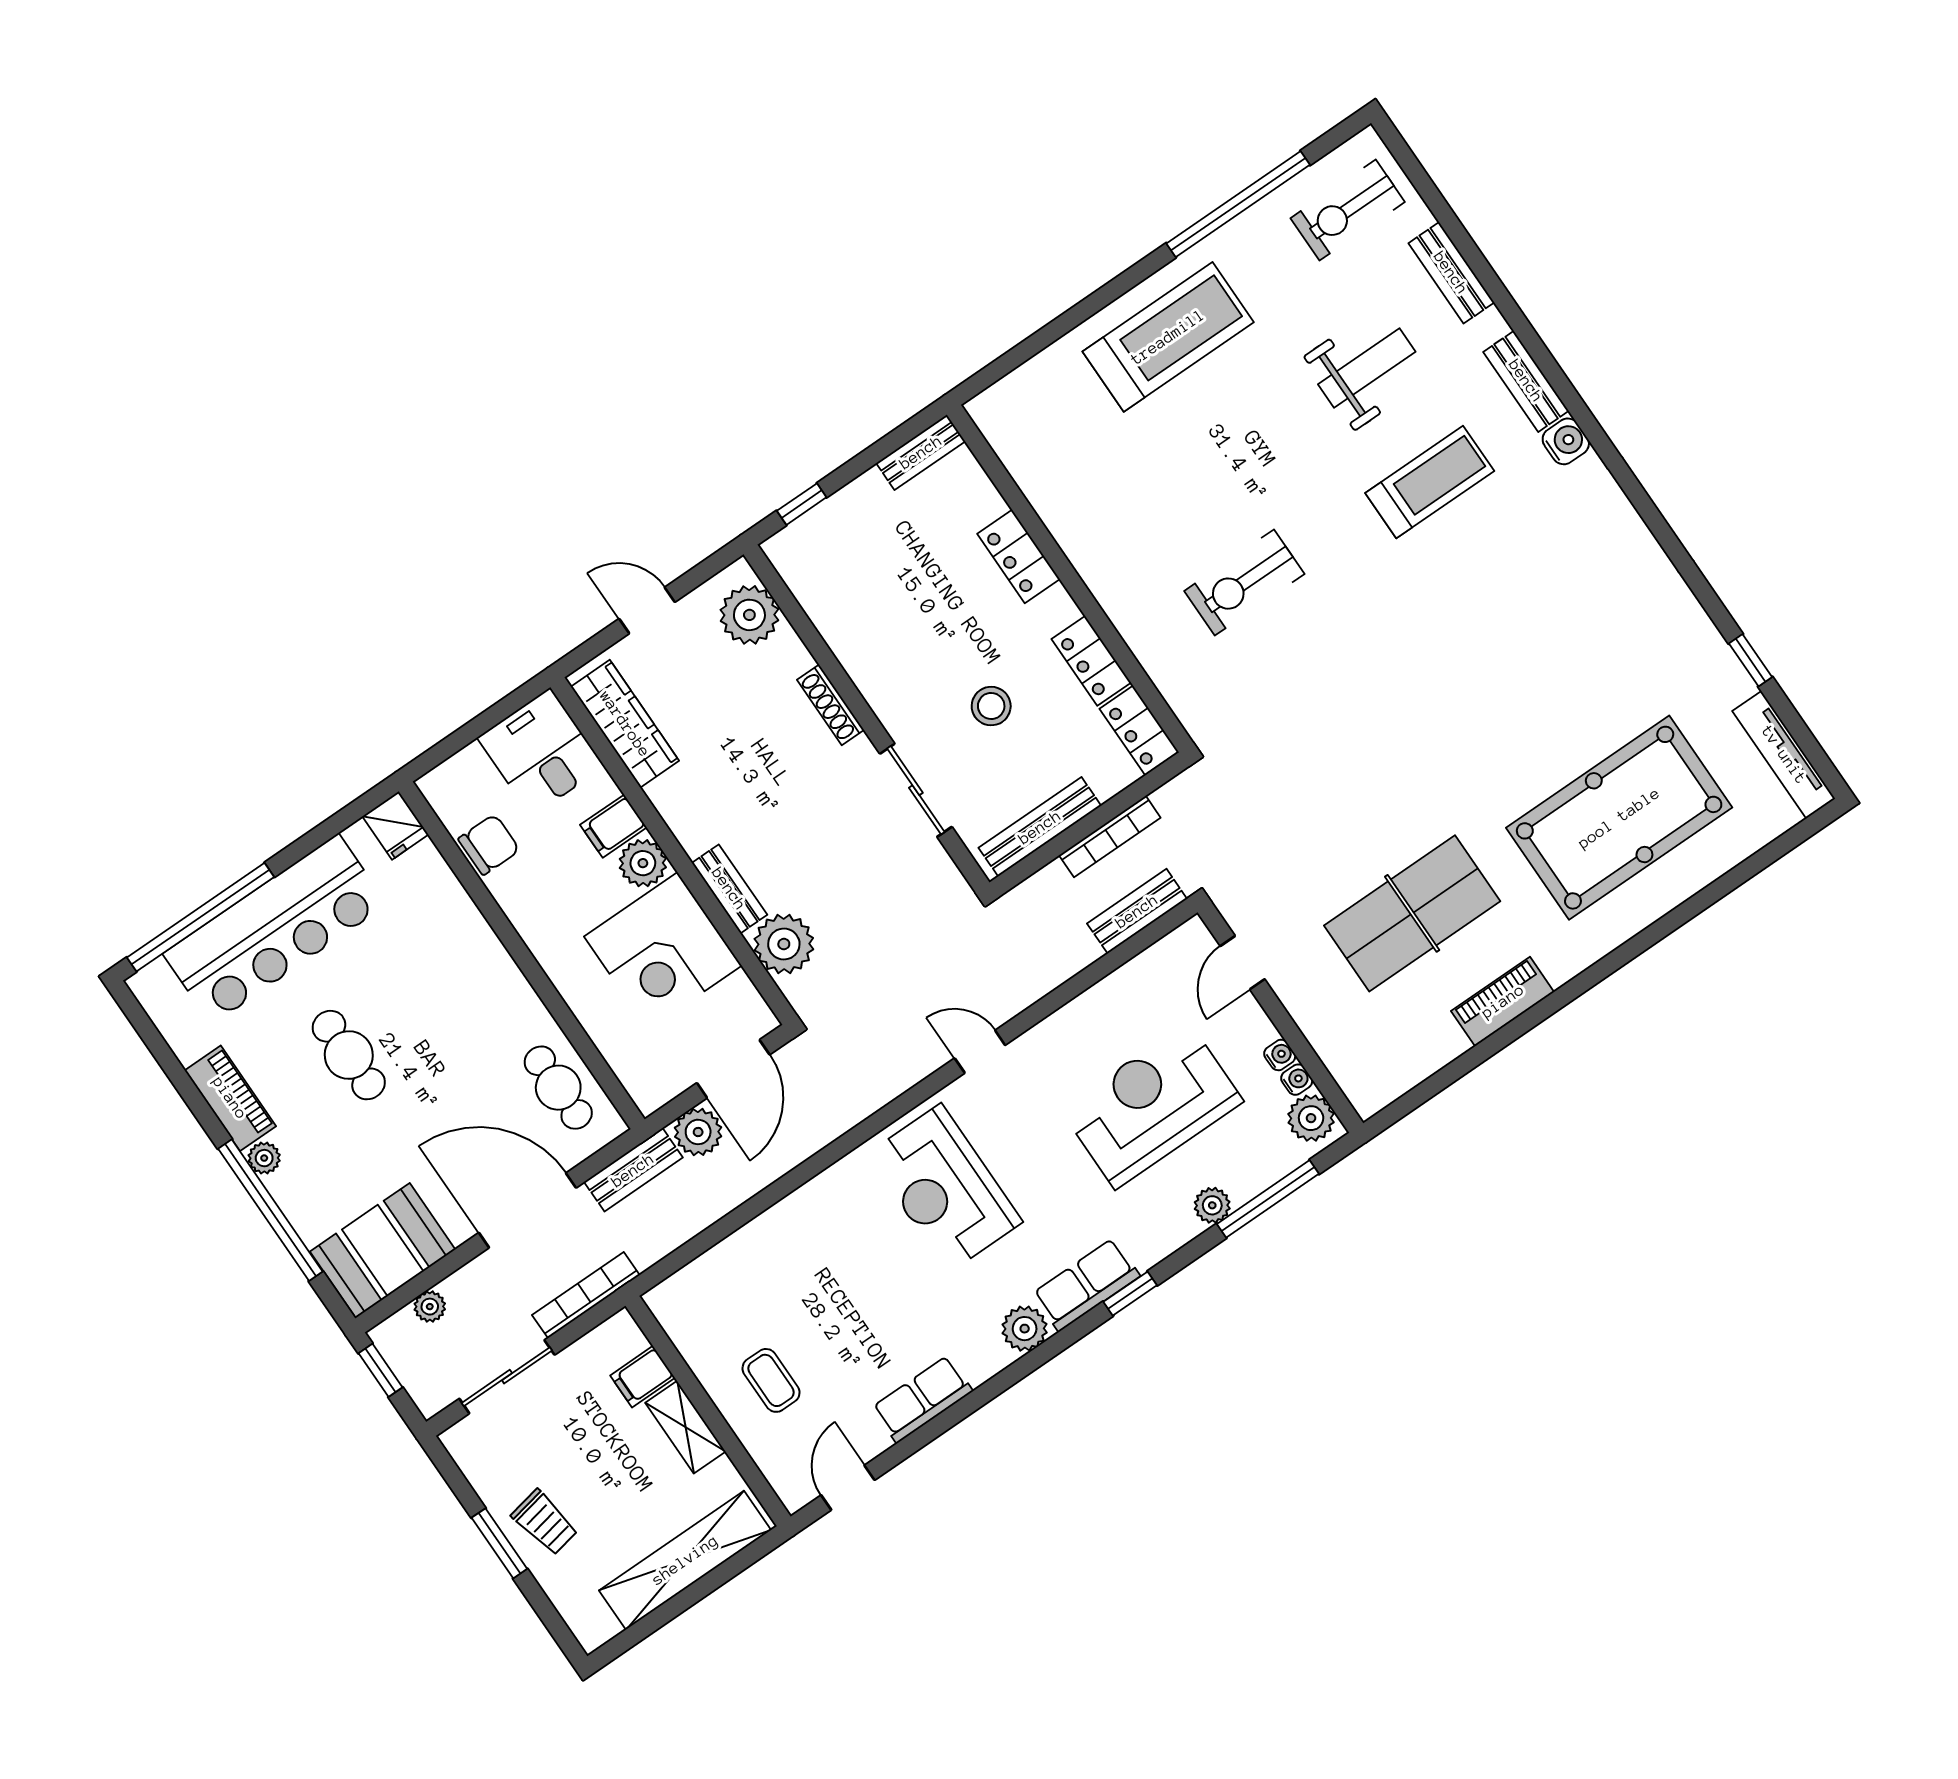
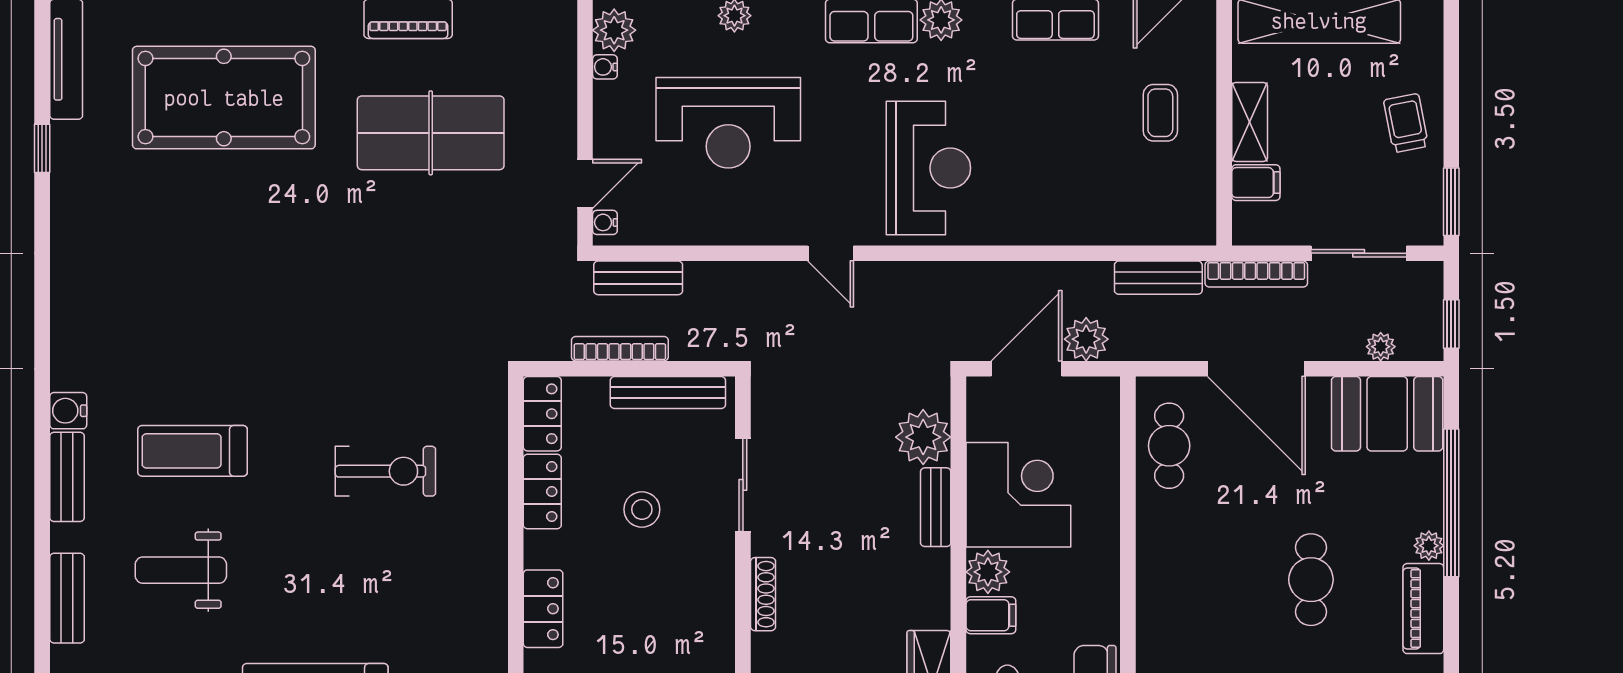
water cooler: (1280, 1055) -> (605, 222), moved
bench: (633, 1170) -> (1158, 278), moved
window: (499, 1543) -> (1451, 202), moved

